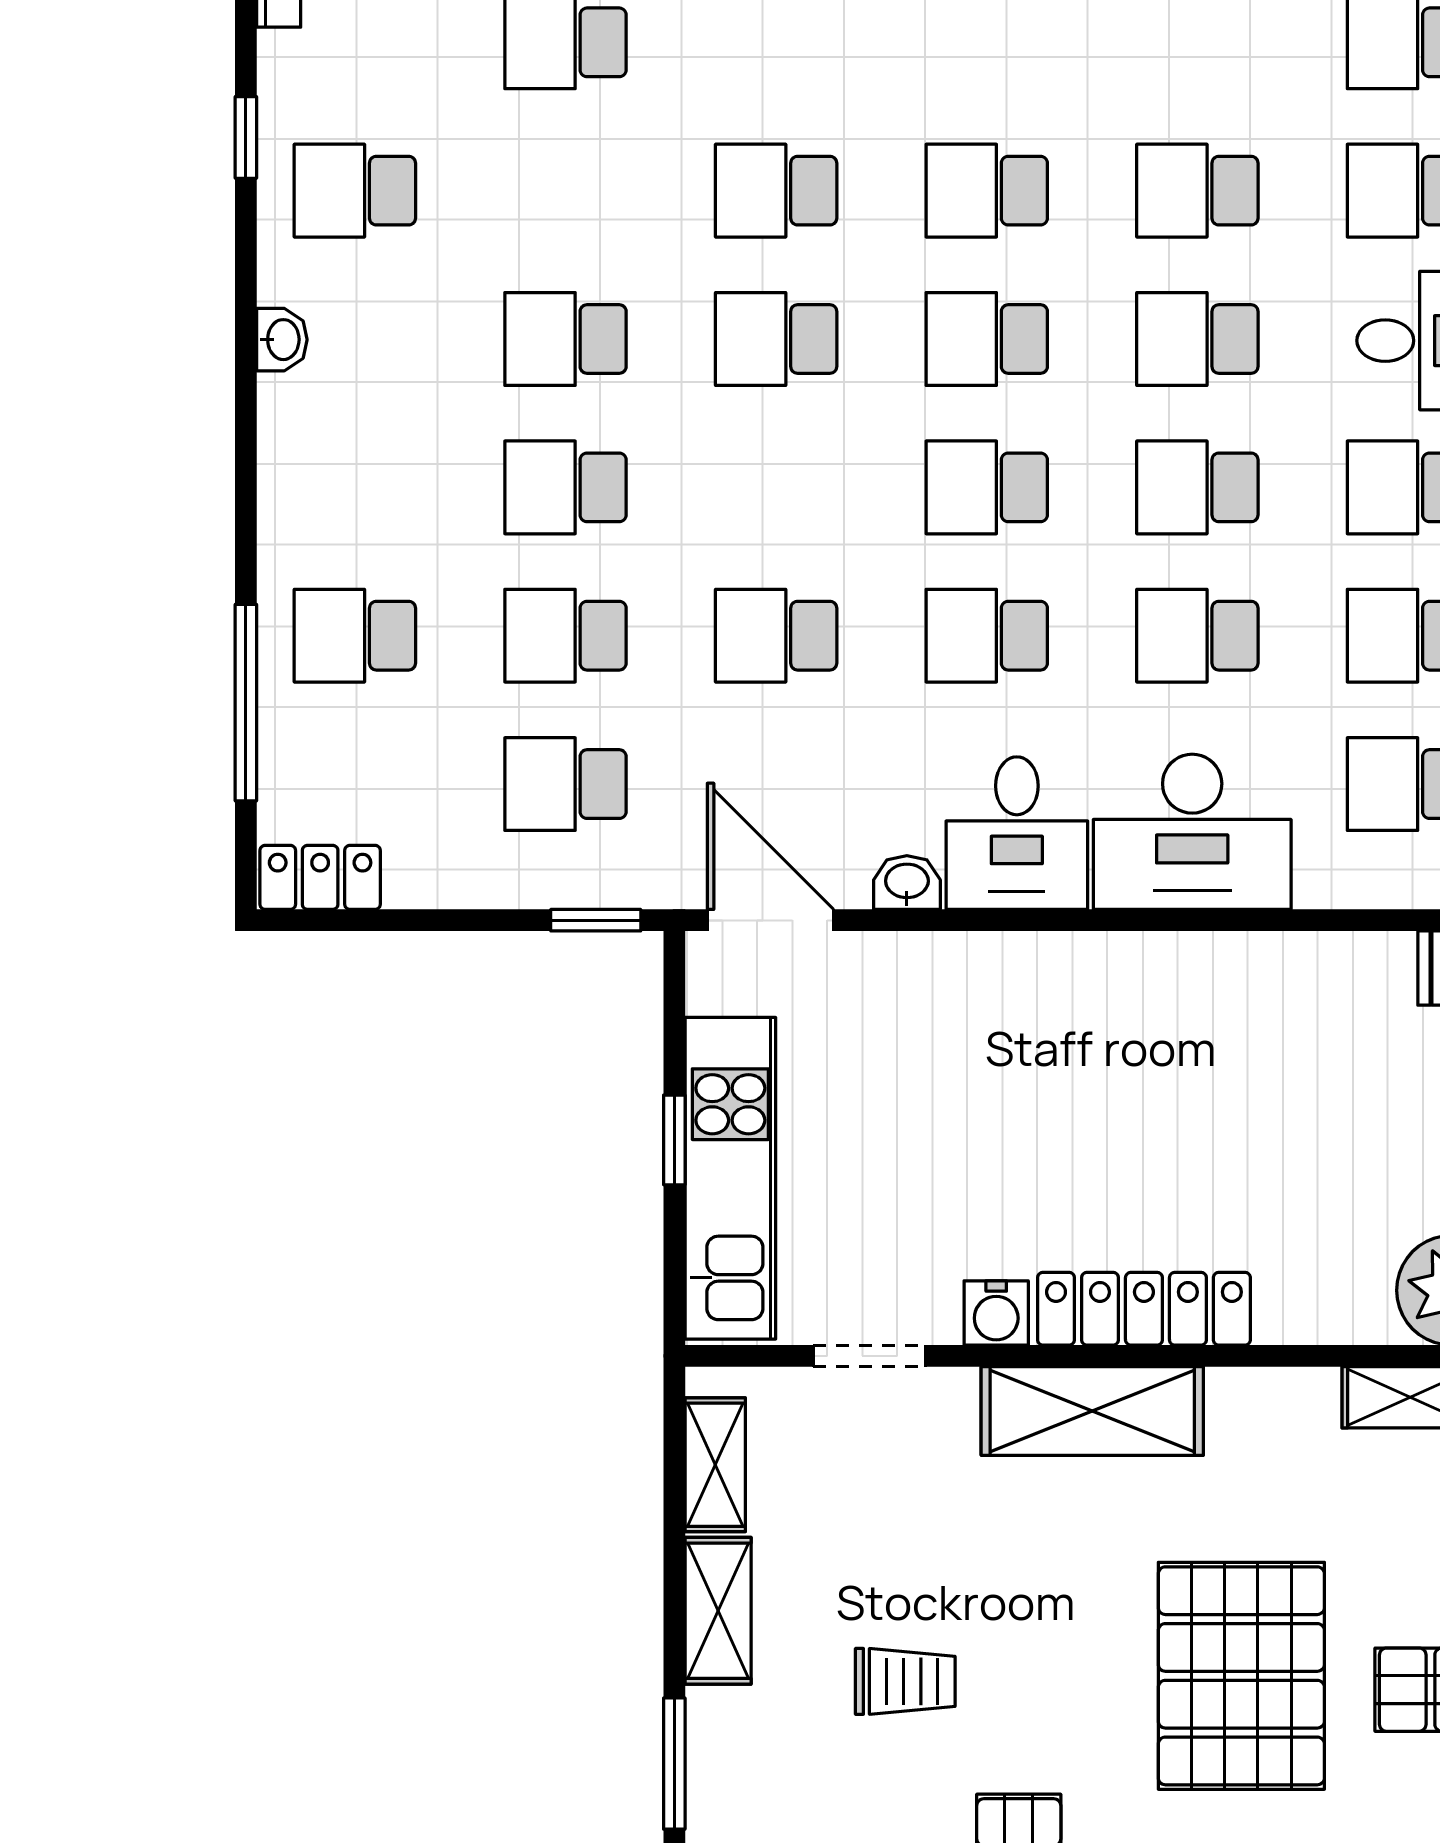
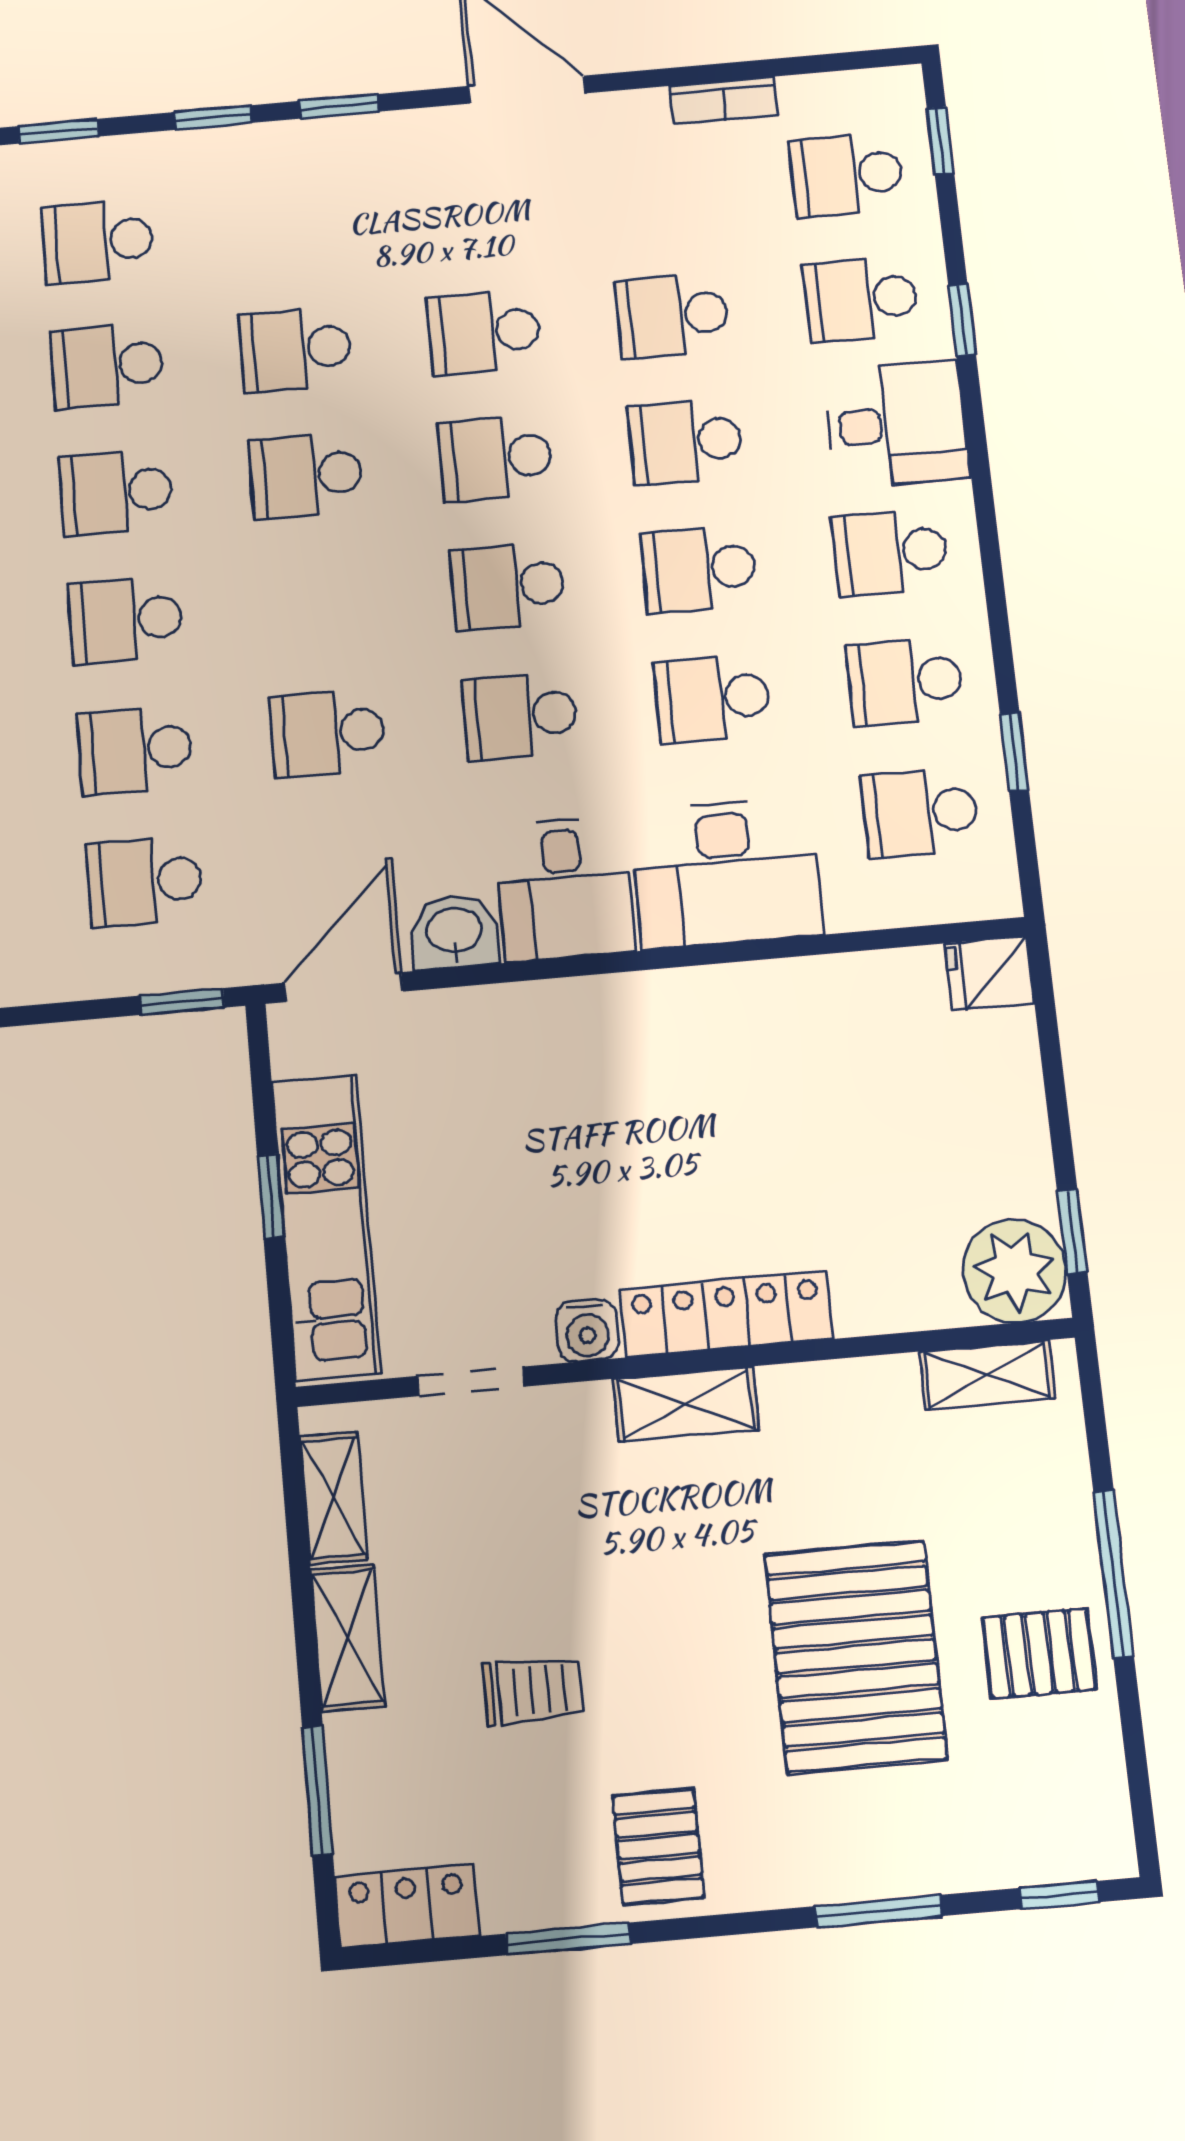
school desk: (565, 191) -> (107, 366), added
washbasin: (907, 883) -> (454, 932), width x1.38, depth x1.45
door: (770, 920) -> (344, 987), hinge flipped
shelving: (1092, 1411) -> (686, 1404), width x0.67, depth x0.75

